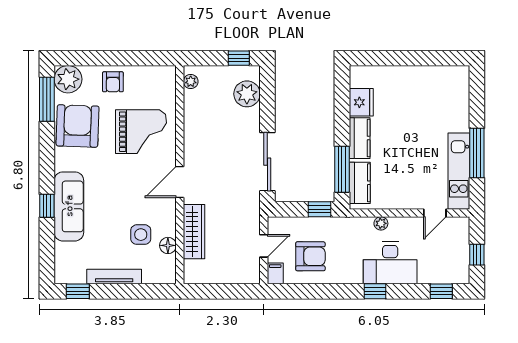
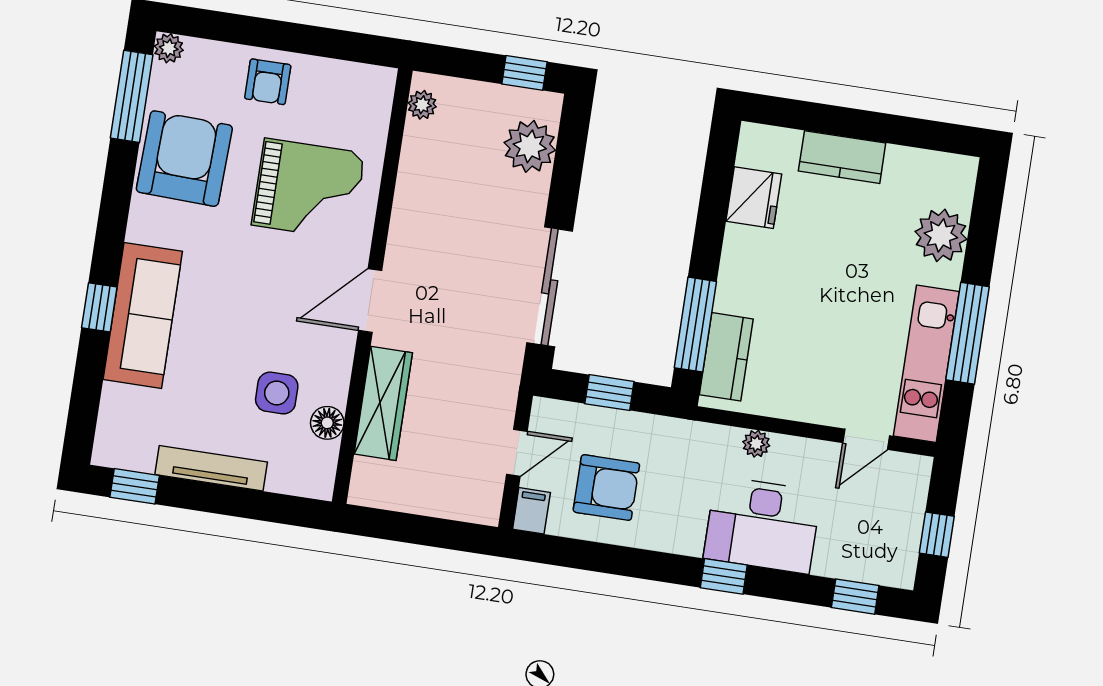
plant: (68, 79) -> (169, 48), width x0.53, depth x0.53
plant: (456, 107) -> (941, 235), added
kitchen counter: (360, 138) -> (842, 157), moved, turned 90
window: (319, 209) -> (609, 393), moved

